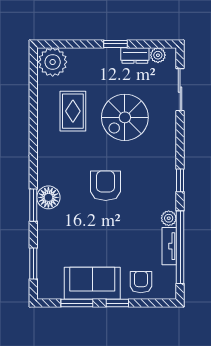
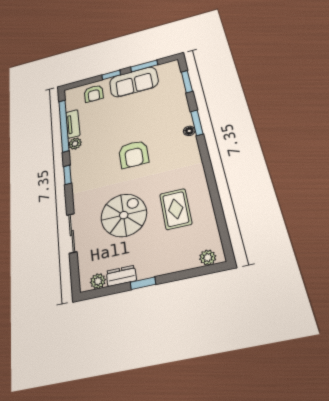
plant: (53, 62) -> (208, 257), width x0.53, depth x0.53
sliding door: (180, 90) -> (72, 233), moved
floor lamp: (48, 197) -> (189, 131), width x0.53, depth x0.53

